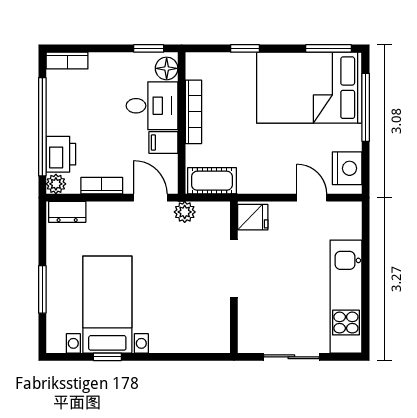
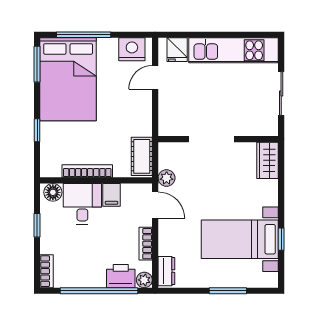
window: (149, 48) -> (37, 225), moved
door: (150, 198) -> (155, 205), swing flipped
fridge: (253, 217) -> (177, 50), moved, turned 180
wardrobe: (207, 340) -> (268, 160), added

